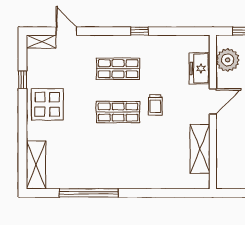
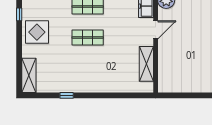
trolley: (155, 105) -> (114, 32), removed
window: (89, 193) -> (67, 95), width x0.32

